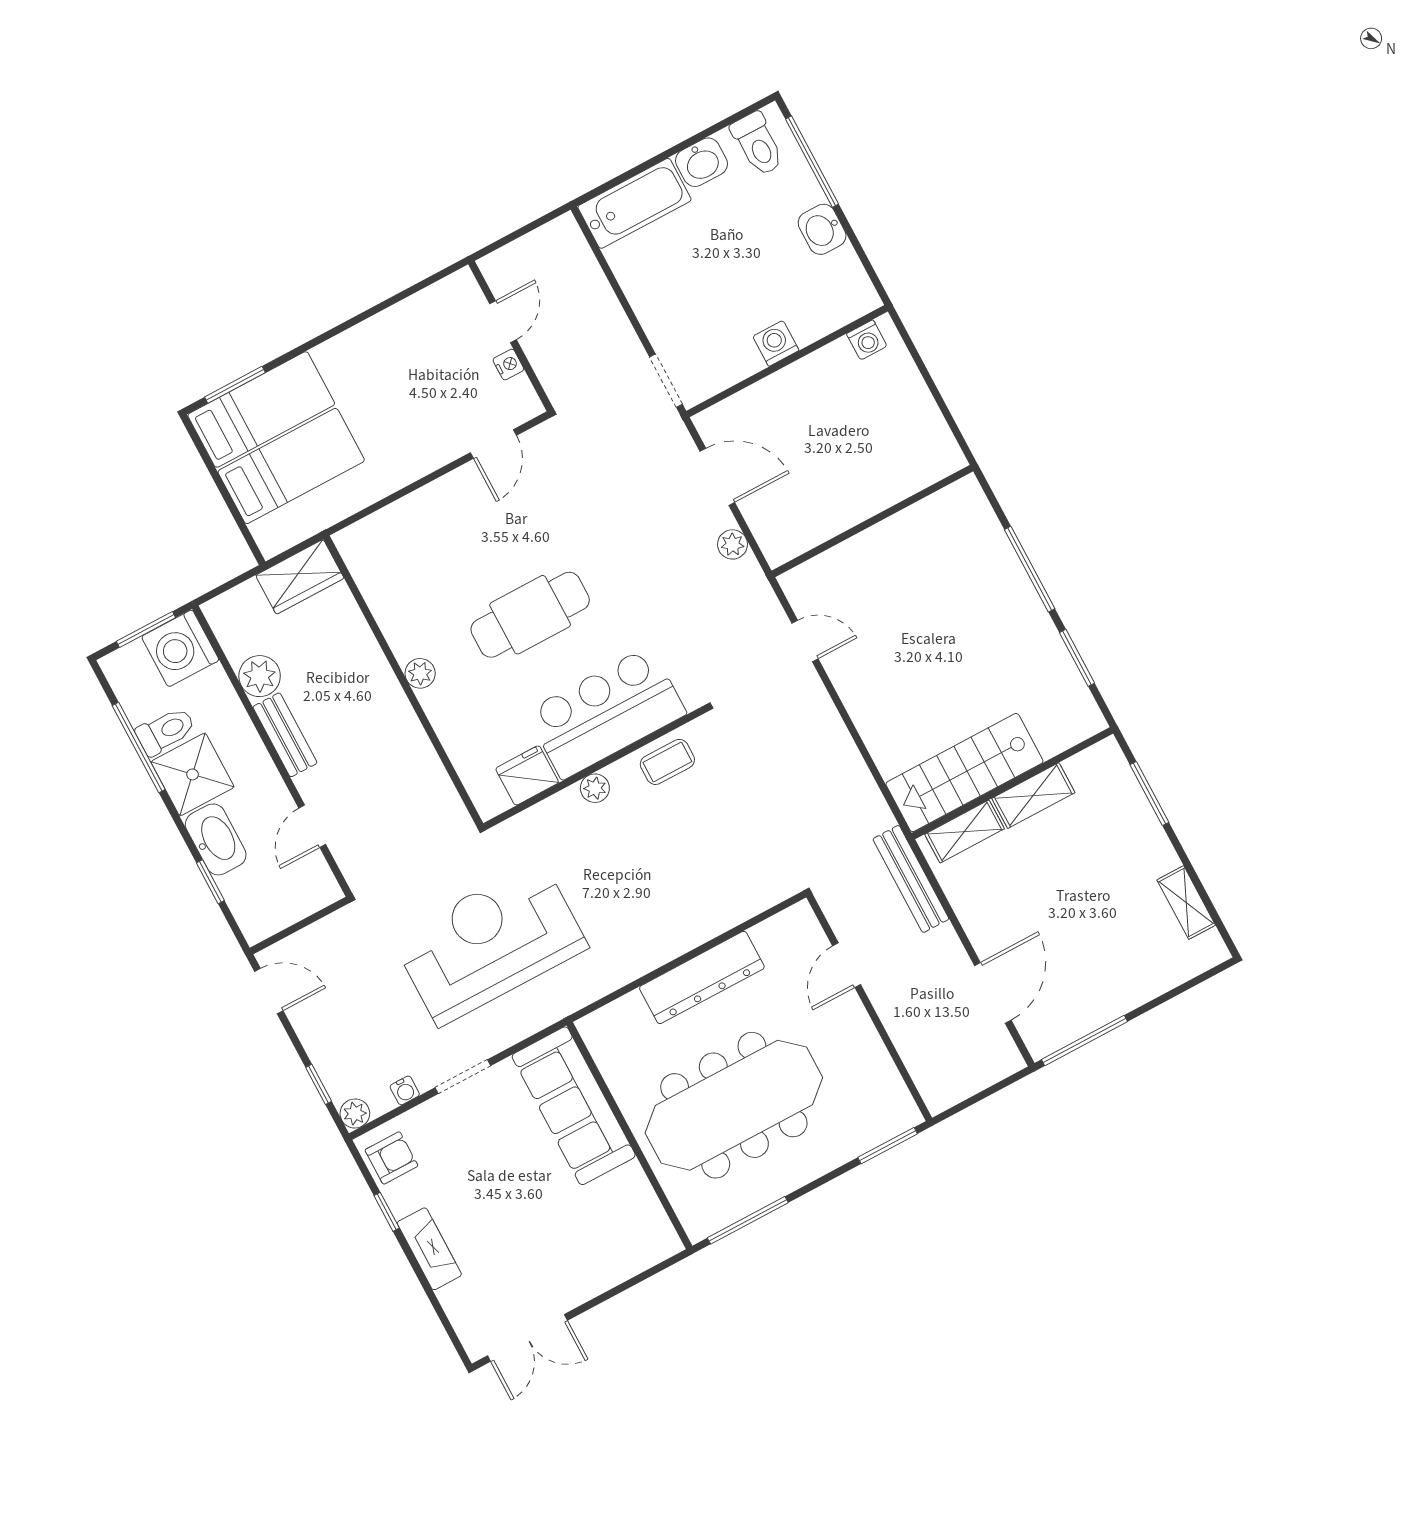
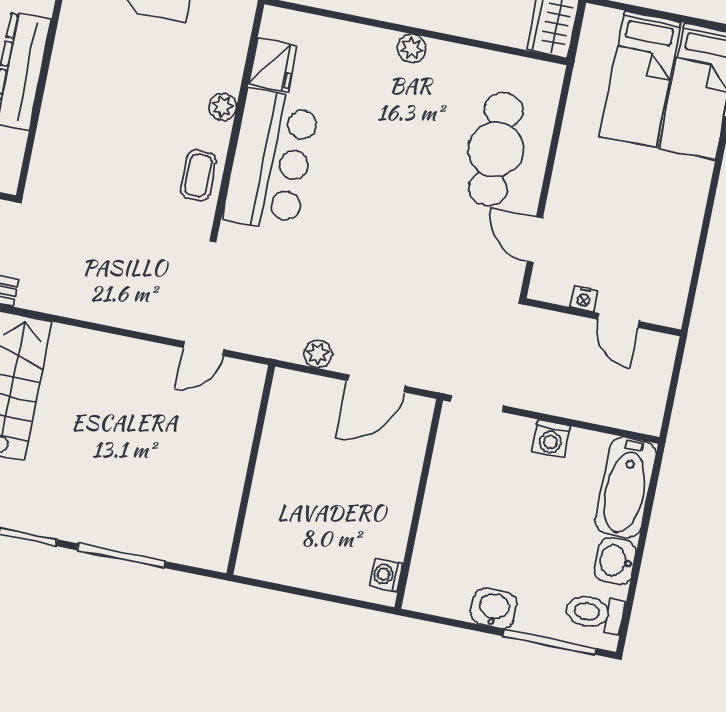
washing machine: (776, 343) -> (551, 439), moved, turned 90
cafe table: (530, 615) -> (496, 149), moved

